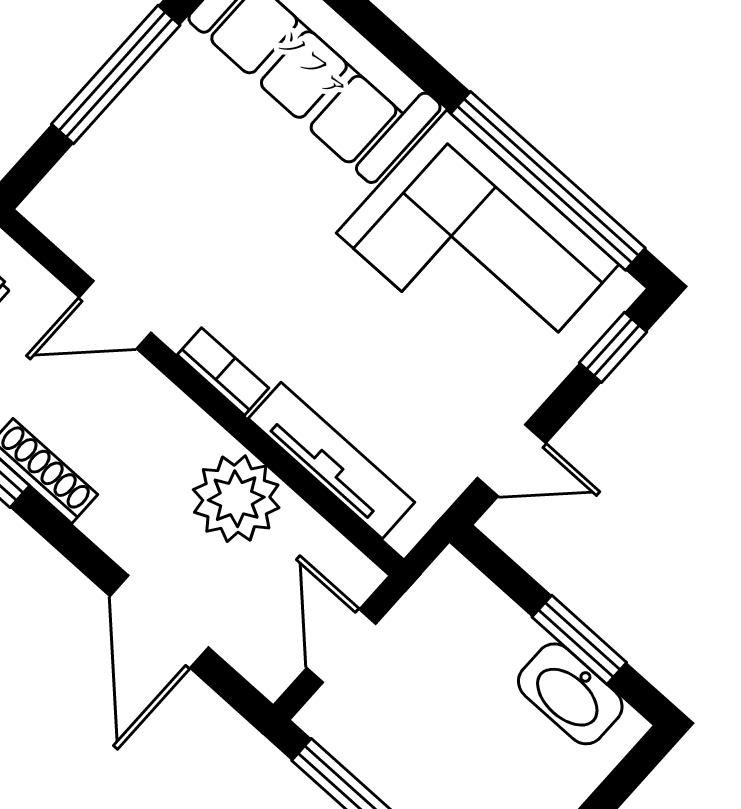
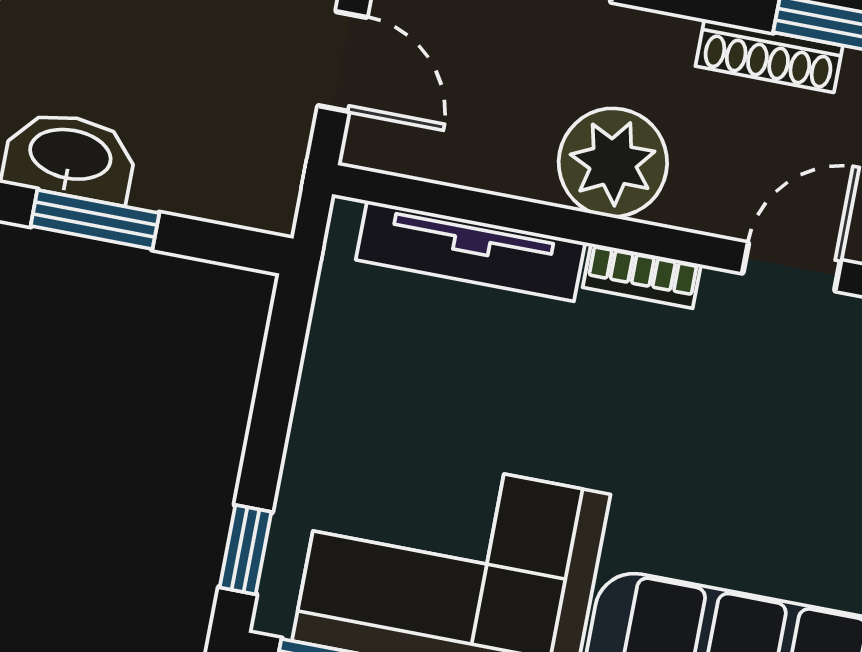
door: (512, 461) -> (281, 366), removed
plant: (236, 499) -> (613, 163), moved

